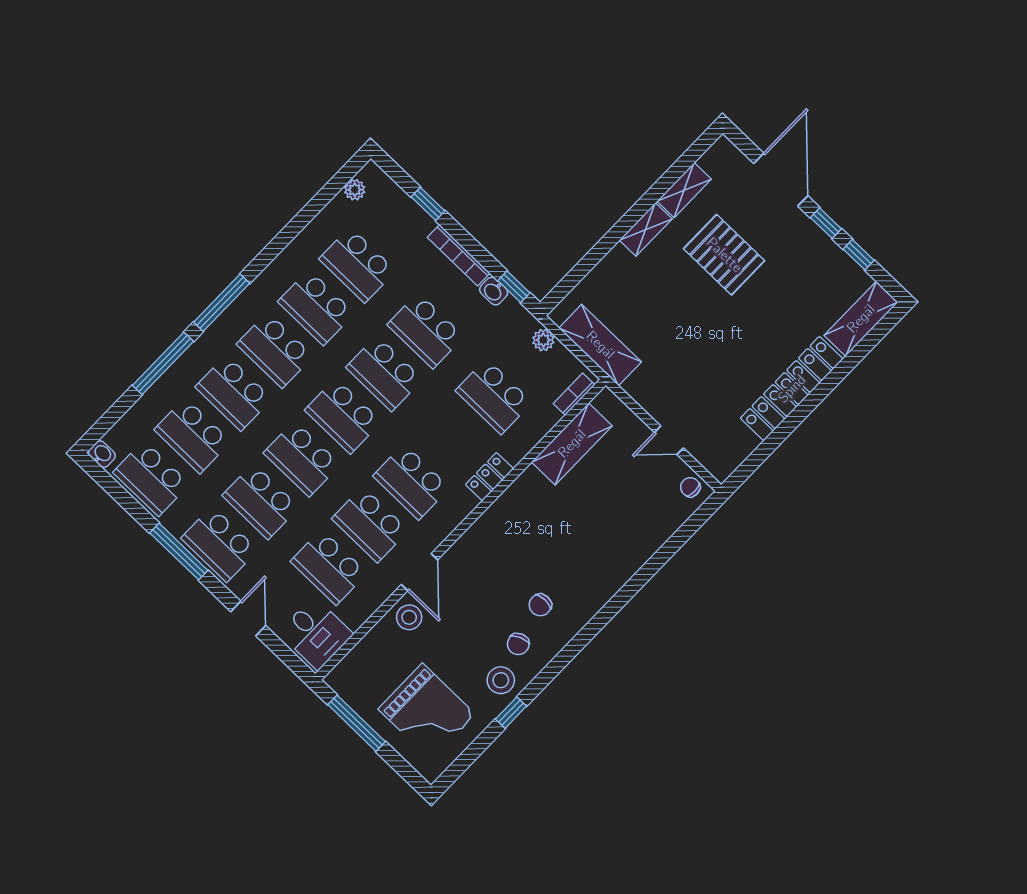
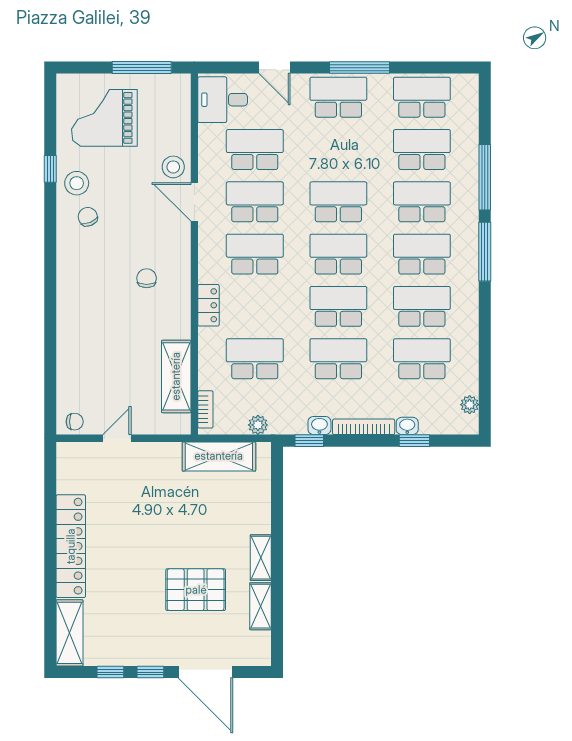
washbasin: (102, 454) -> (407, 426), moved, turned 180
school desk: (261, 501) -> (338, 149), removed
chair: (540, 605) -> (147, 278), moved

